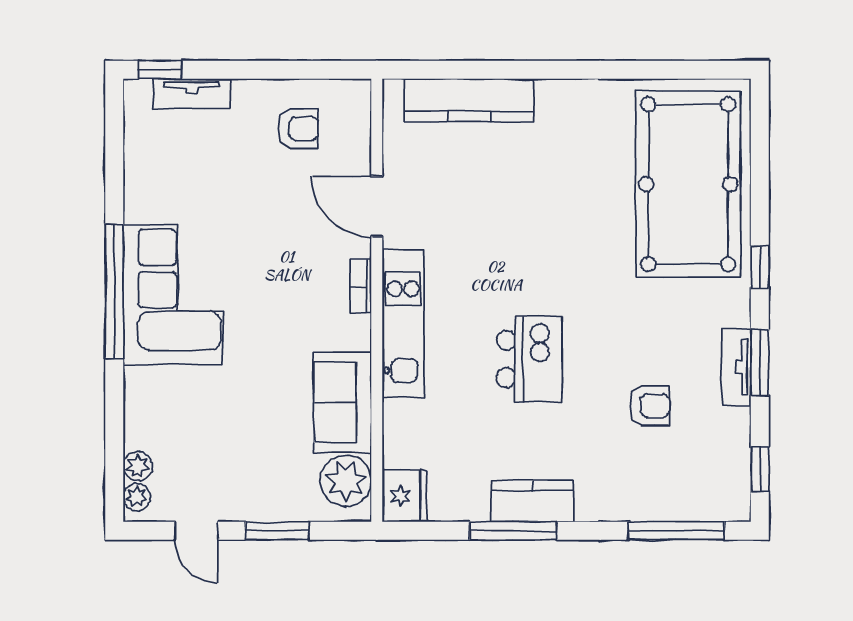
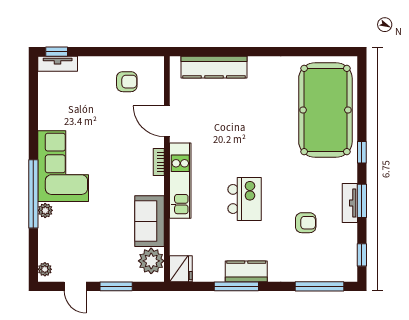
tv unit: (192, 93) -> (58, 64), moved
window: (114, 291) -> (33, 194), moved
plant: (138, 466) -> (45, 210), moved

